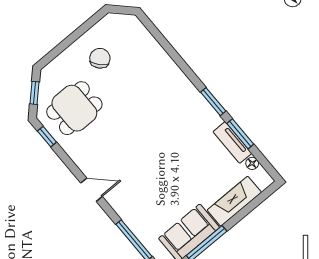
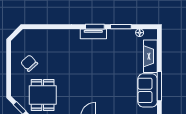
tv unit: (232, 143) -> (93, 34), moved

